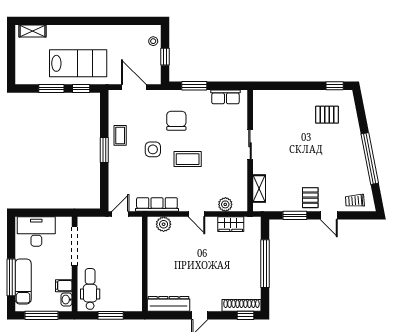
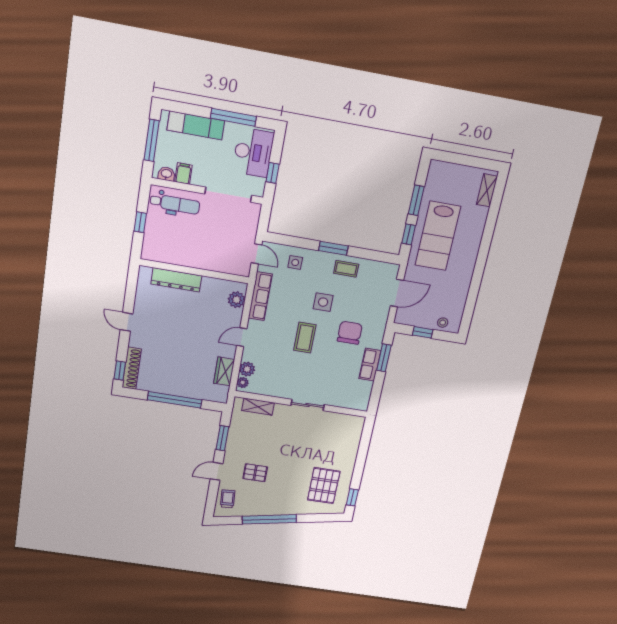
row of seats: (225, 97) -> (370, 365), moved
pallet: (327, 115) -> (324, 486), width x1.50, depth x1.42
chair: (176, 121) -> (350, 333), turned -90
side table: (122, 180) -> (295, 262), added
pallet: (310, 198) -> (255, 473), moved
plant: (238, 206) -> (243, 382), added
window: (50, 213) -> (273, 173), added
window: (11, 277) -> (233, 117), moved
dresser: (169, 304) -> (176, 280), moved, turned 90
window: (111, 315) -> (140, 222), width x0.67

